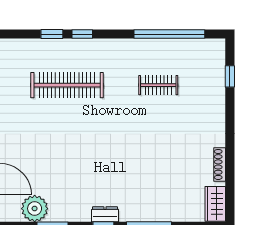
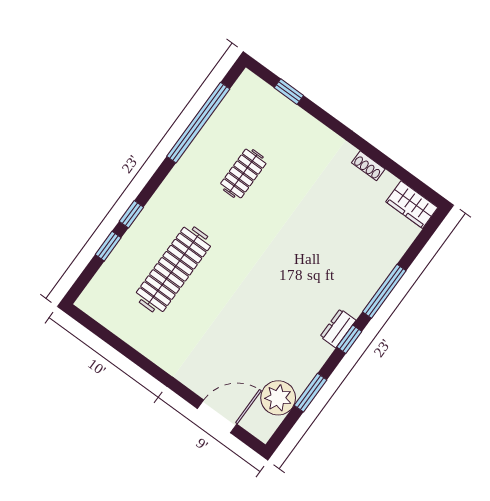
shoe rack: (220, 164) -> (368, 166), width x0.70

